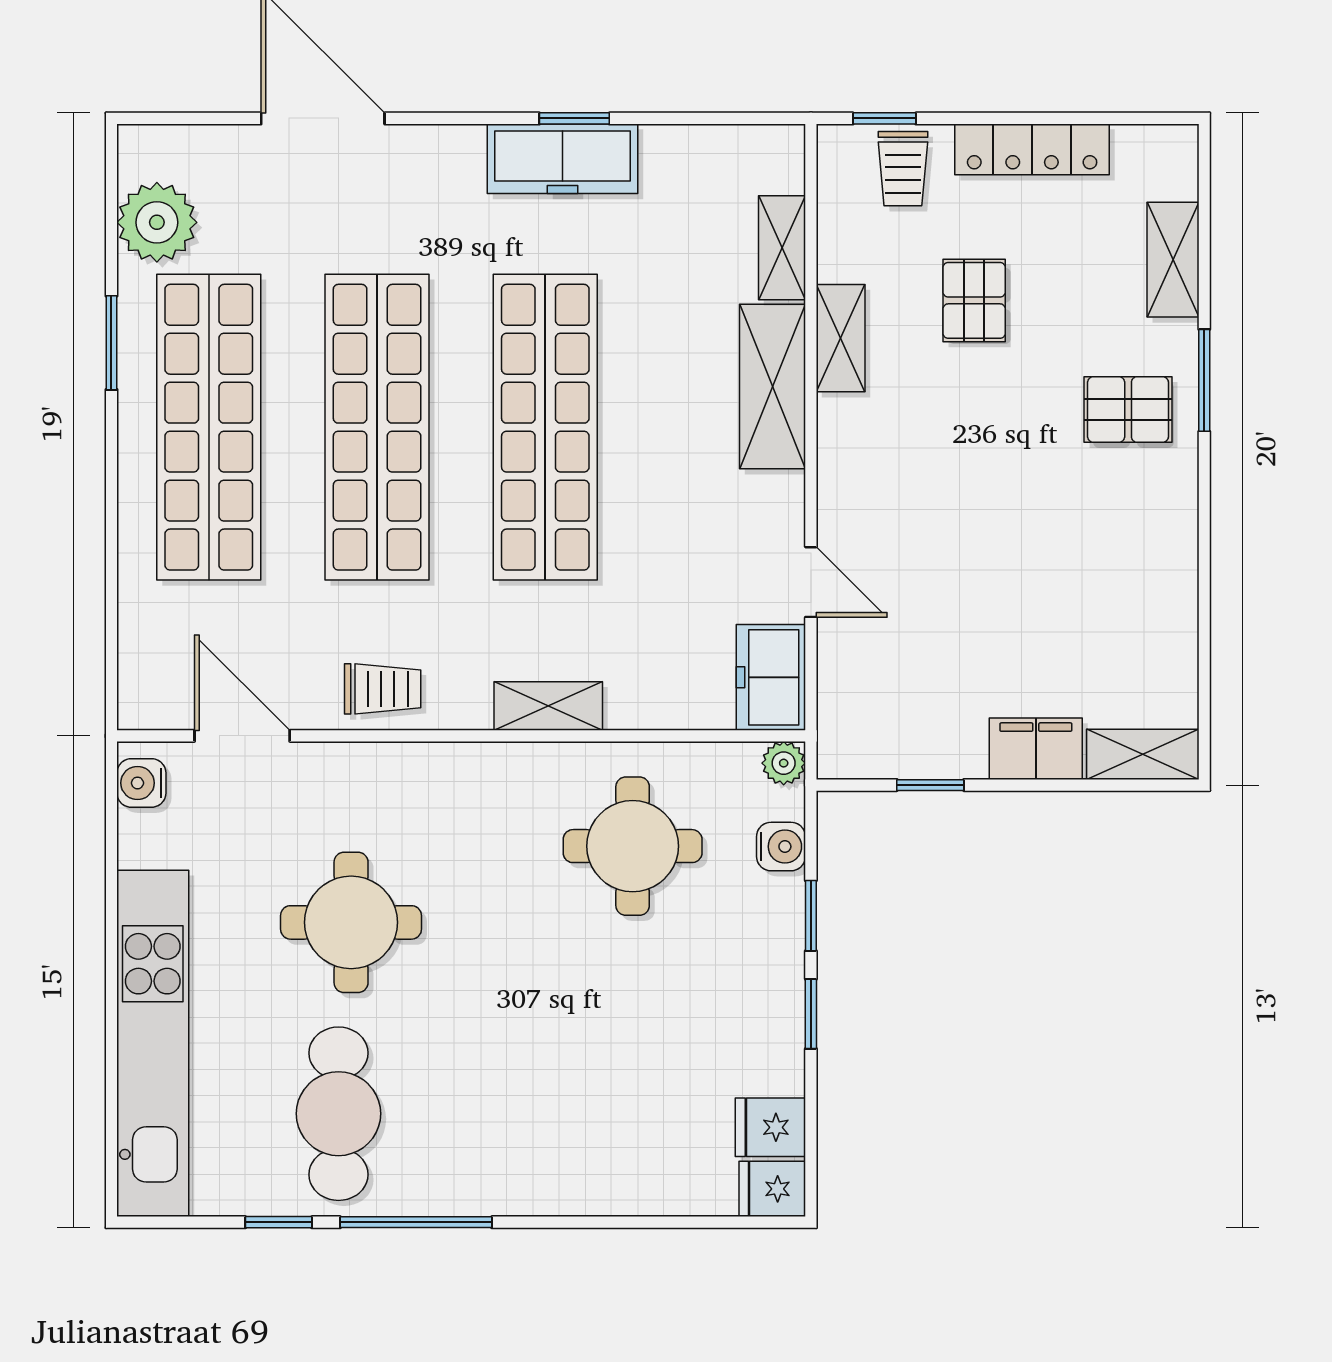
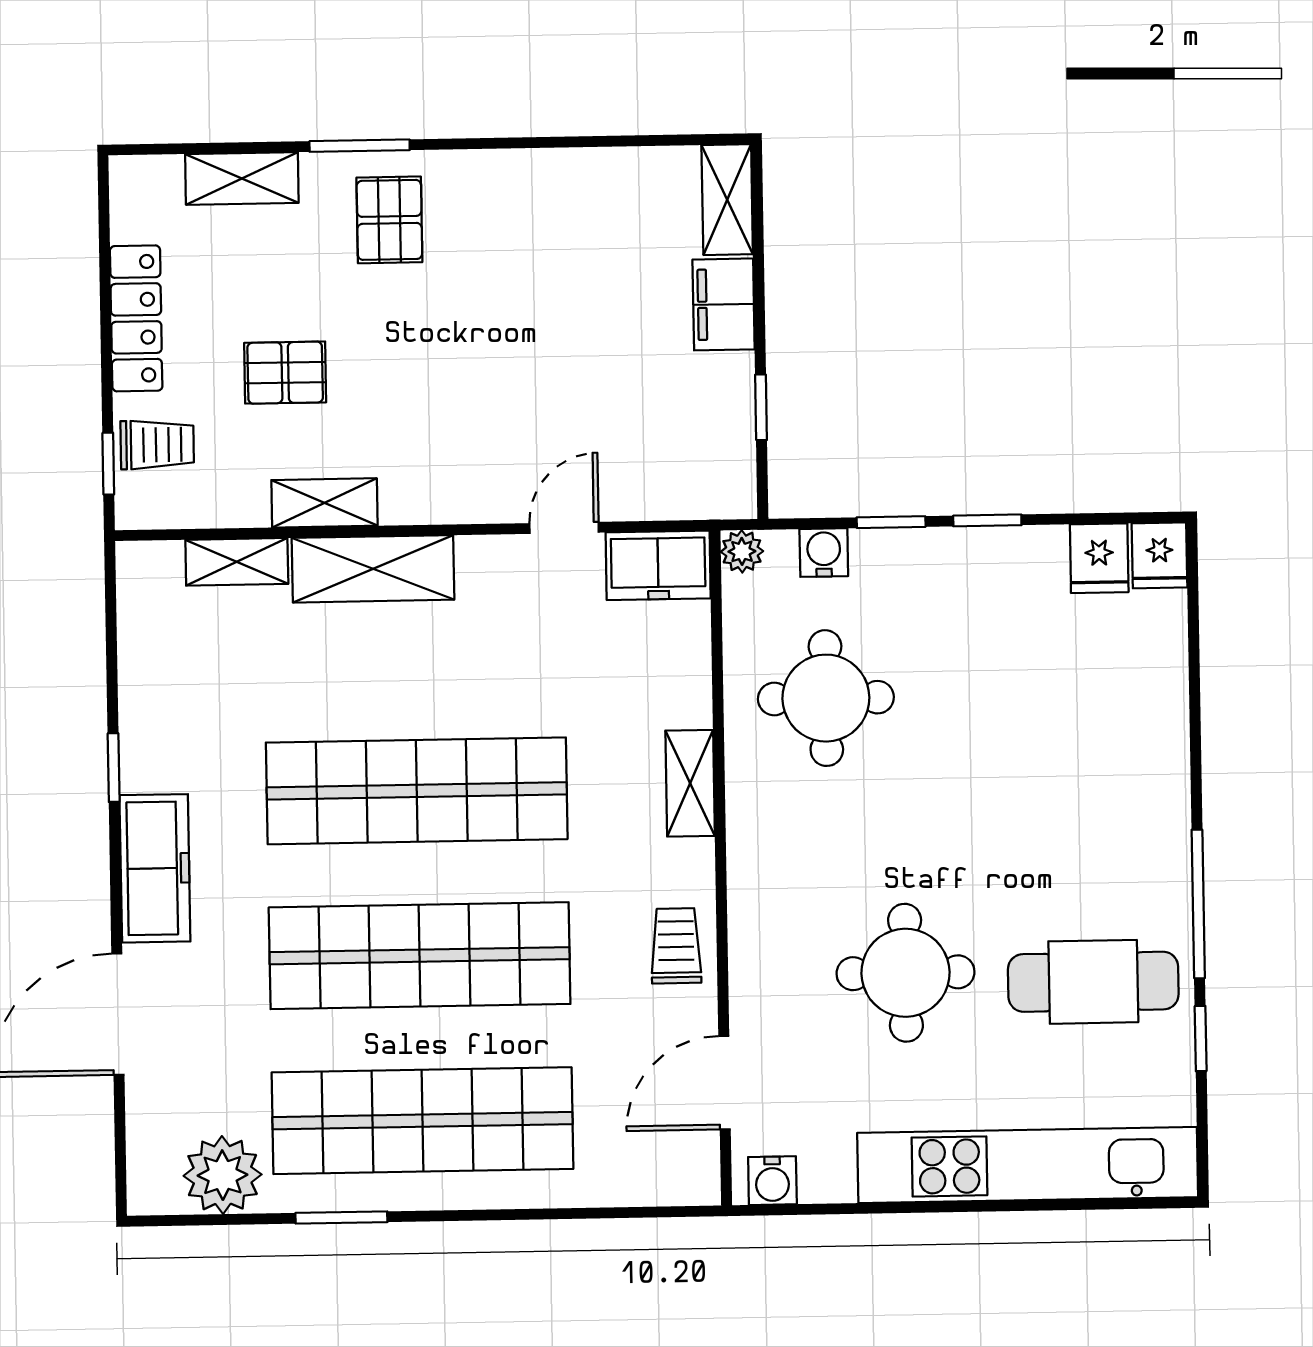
freezer: (563, 159) -> (155, 868), moved

